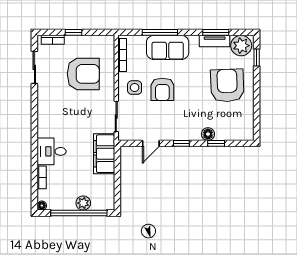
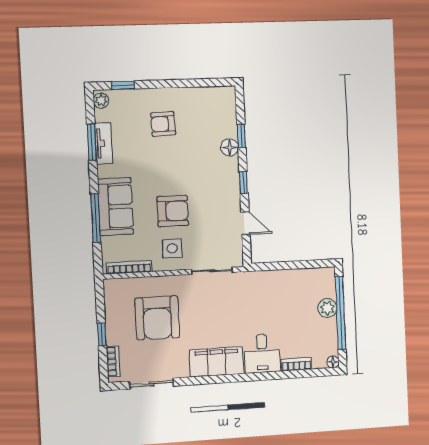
plant: (241, 46) -> (101, 101), width x0.53, depth x0.53
armchair: (83, 74) -> (157, 318), turned 180
armchair: (227, 85) -> (163, 124), width x0.53, depth x0.53
filing cabinet: (104, 154) -> (217, 362), moved, turned 180

